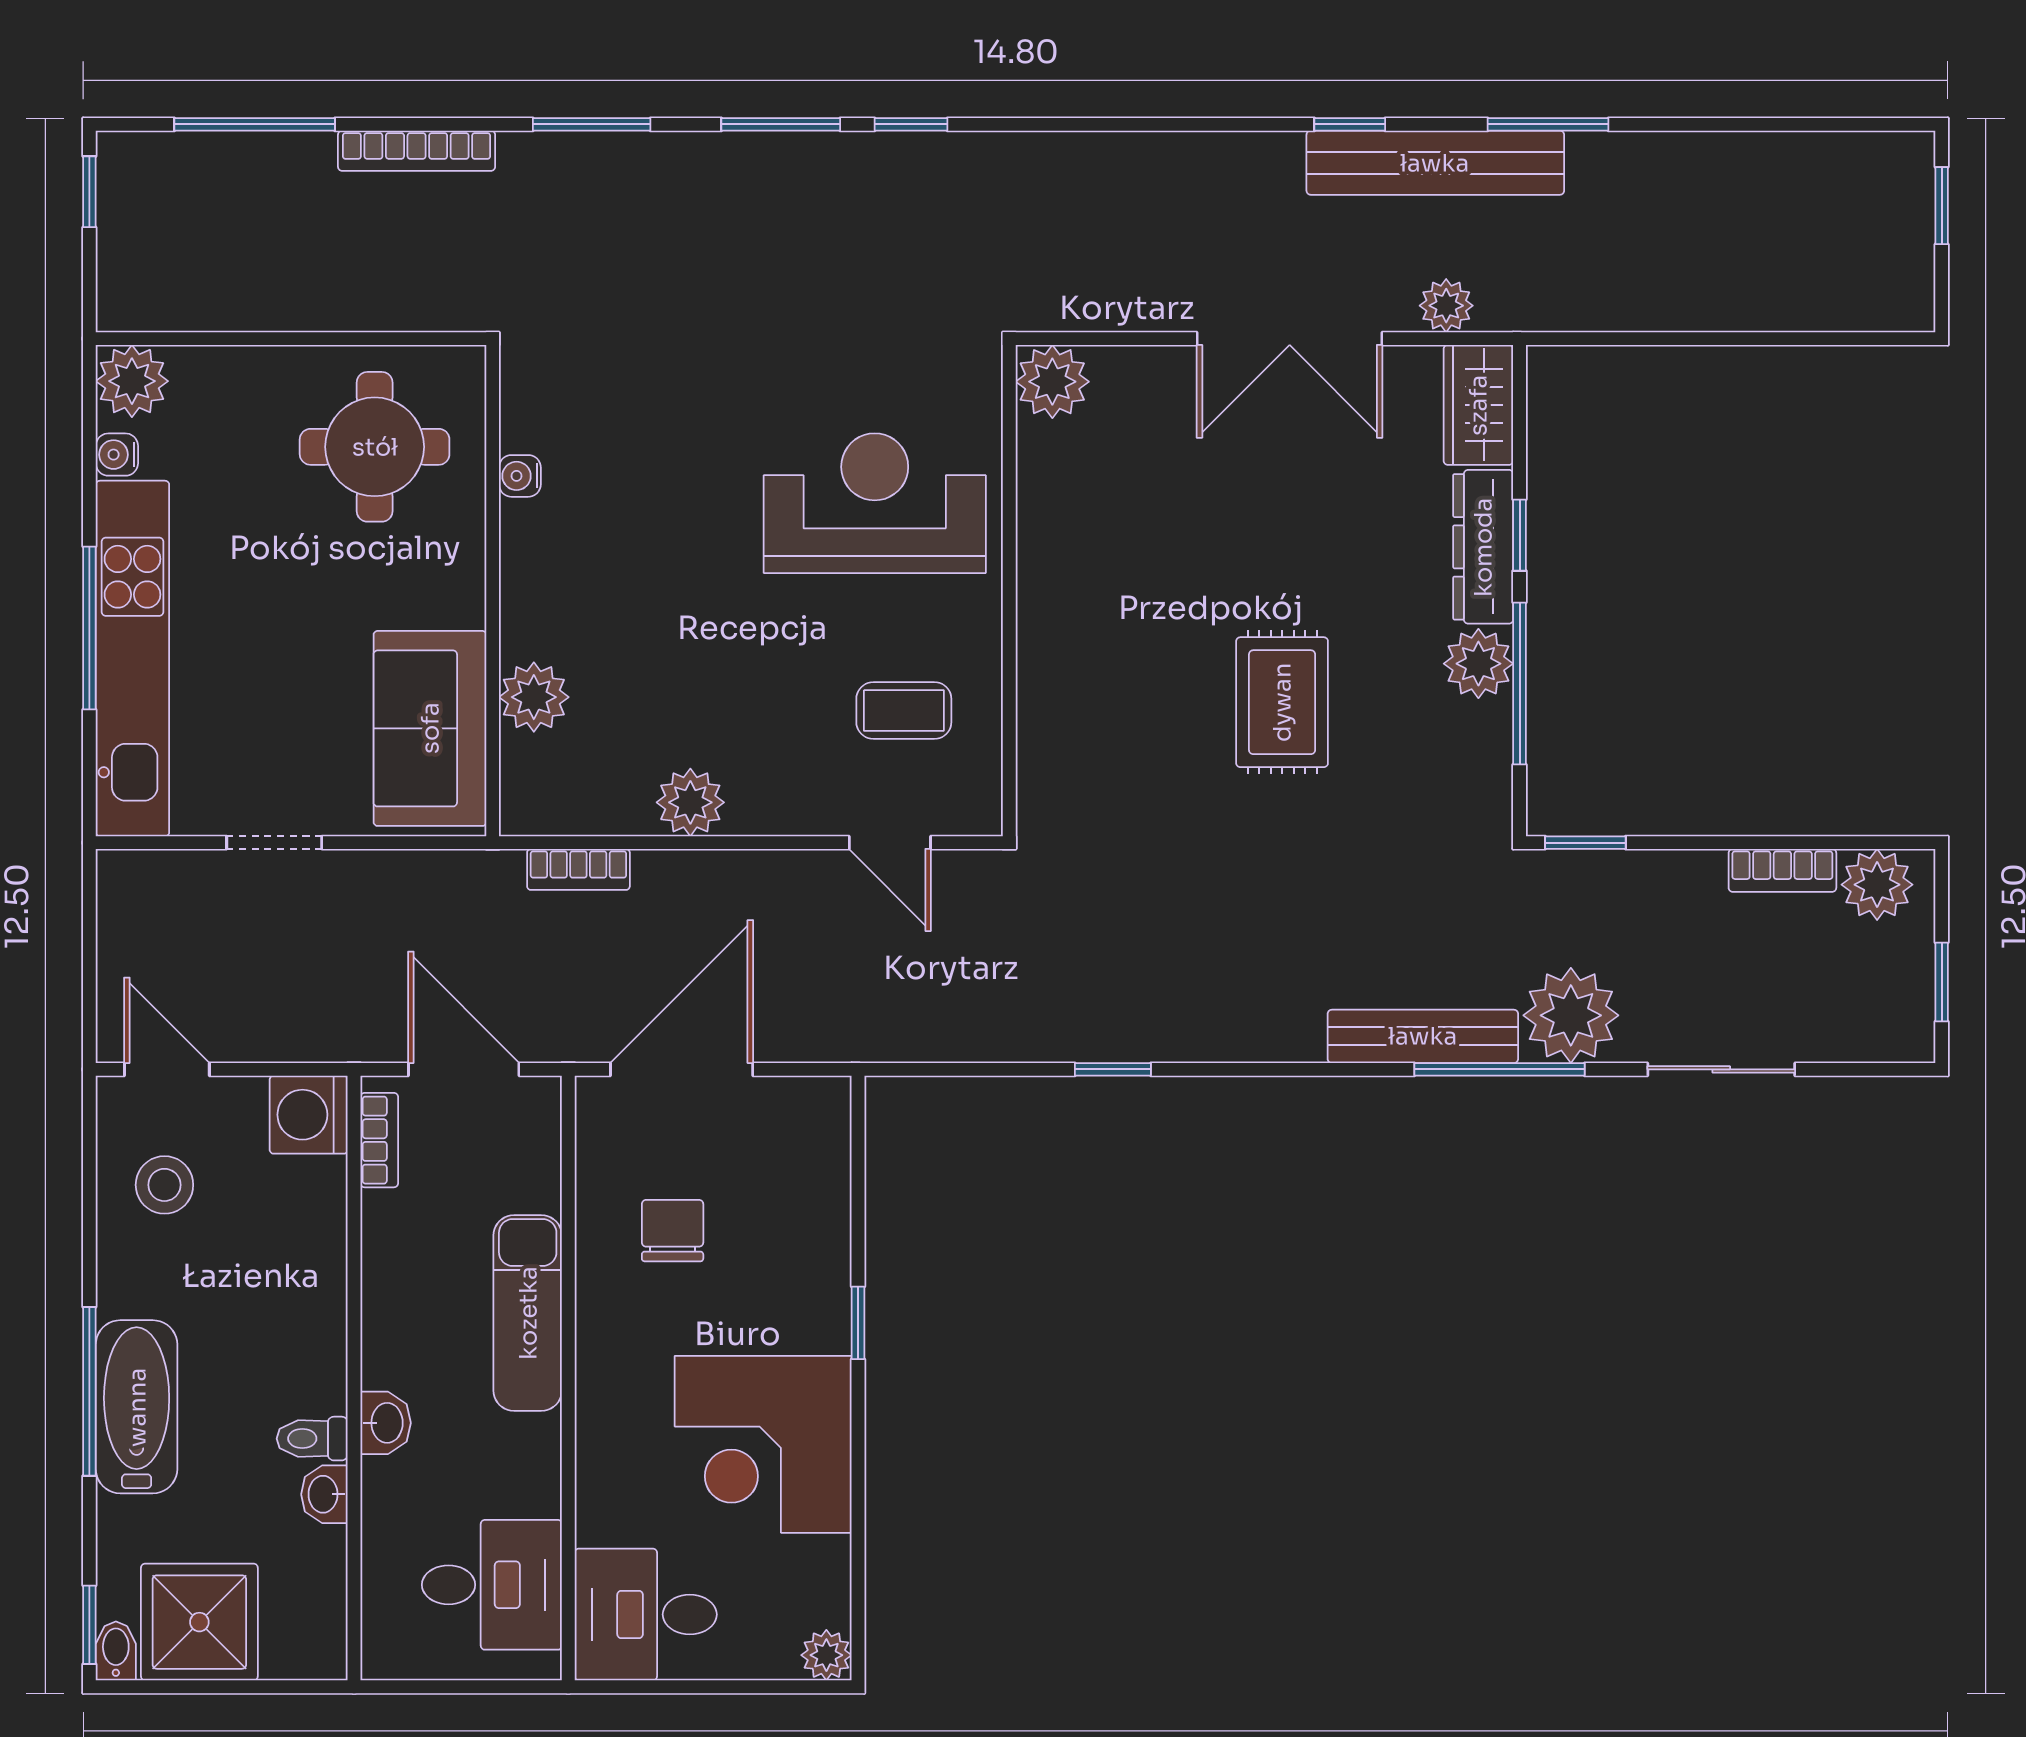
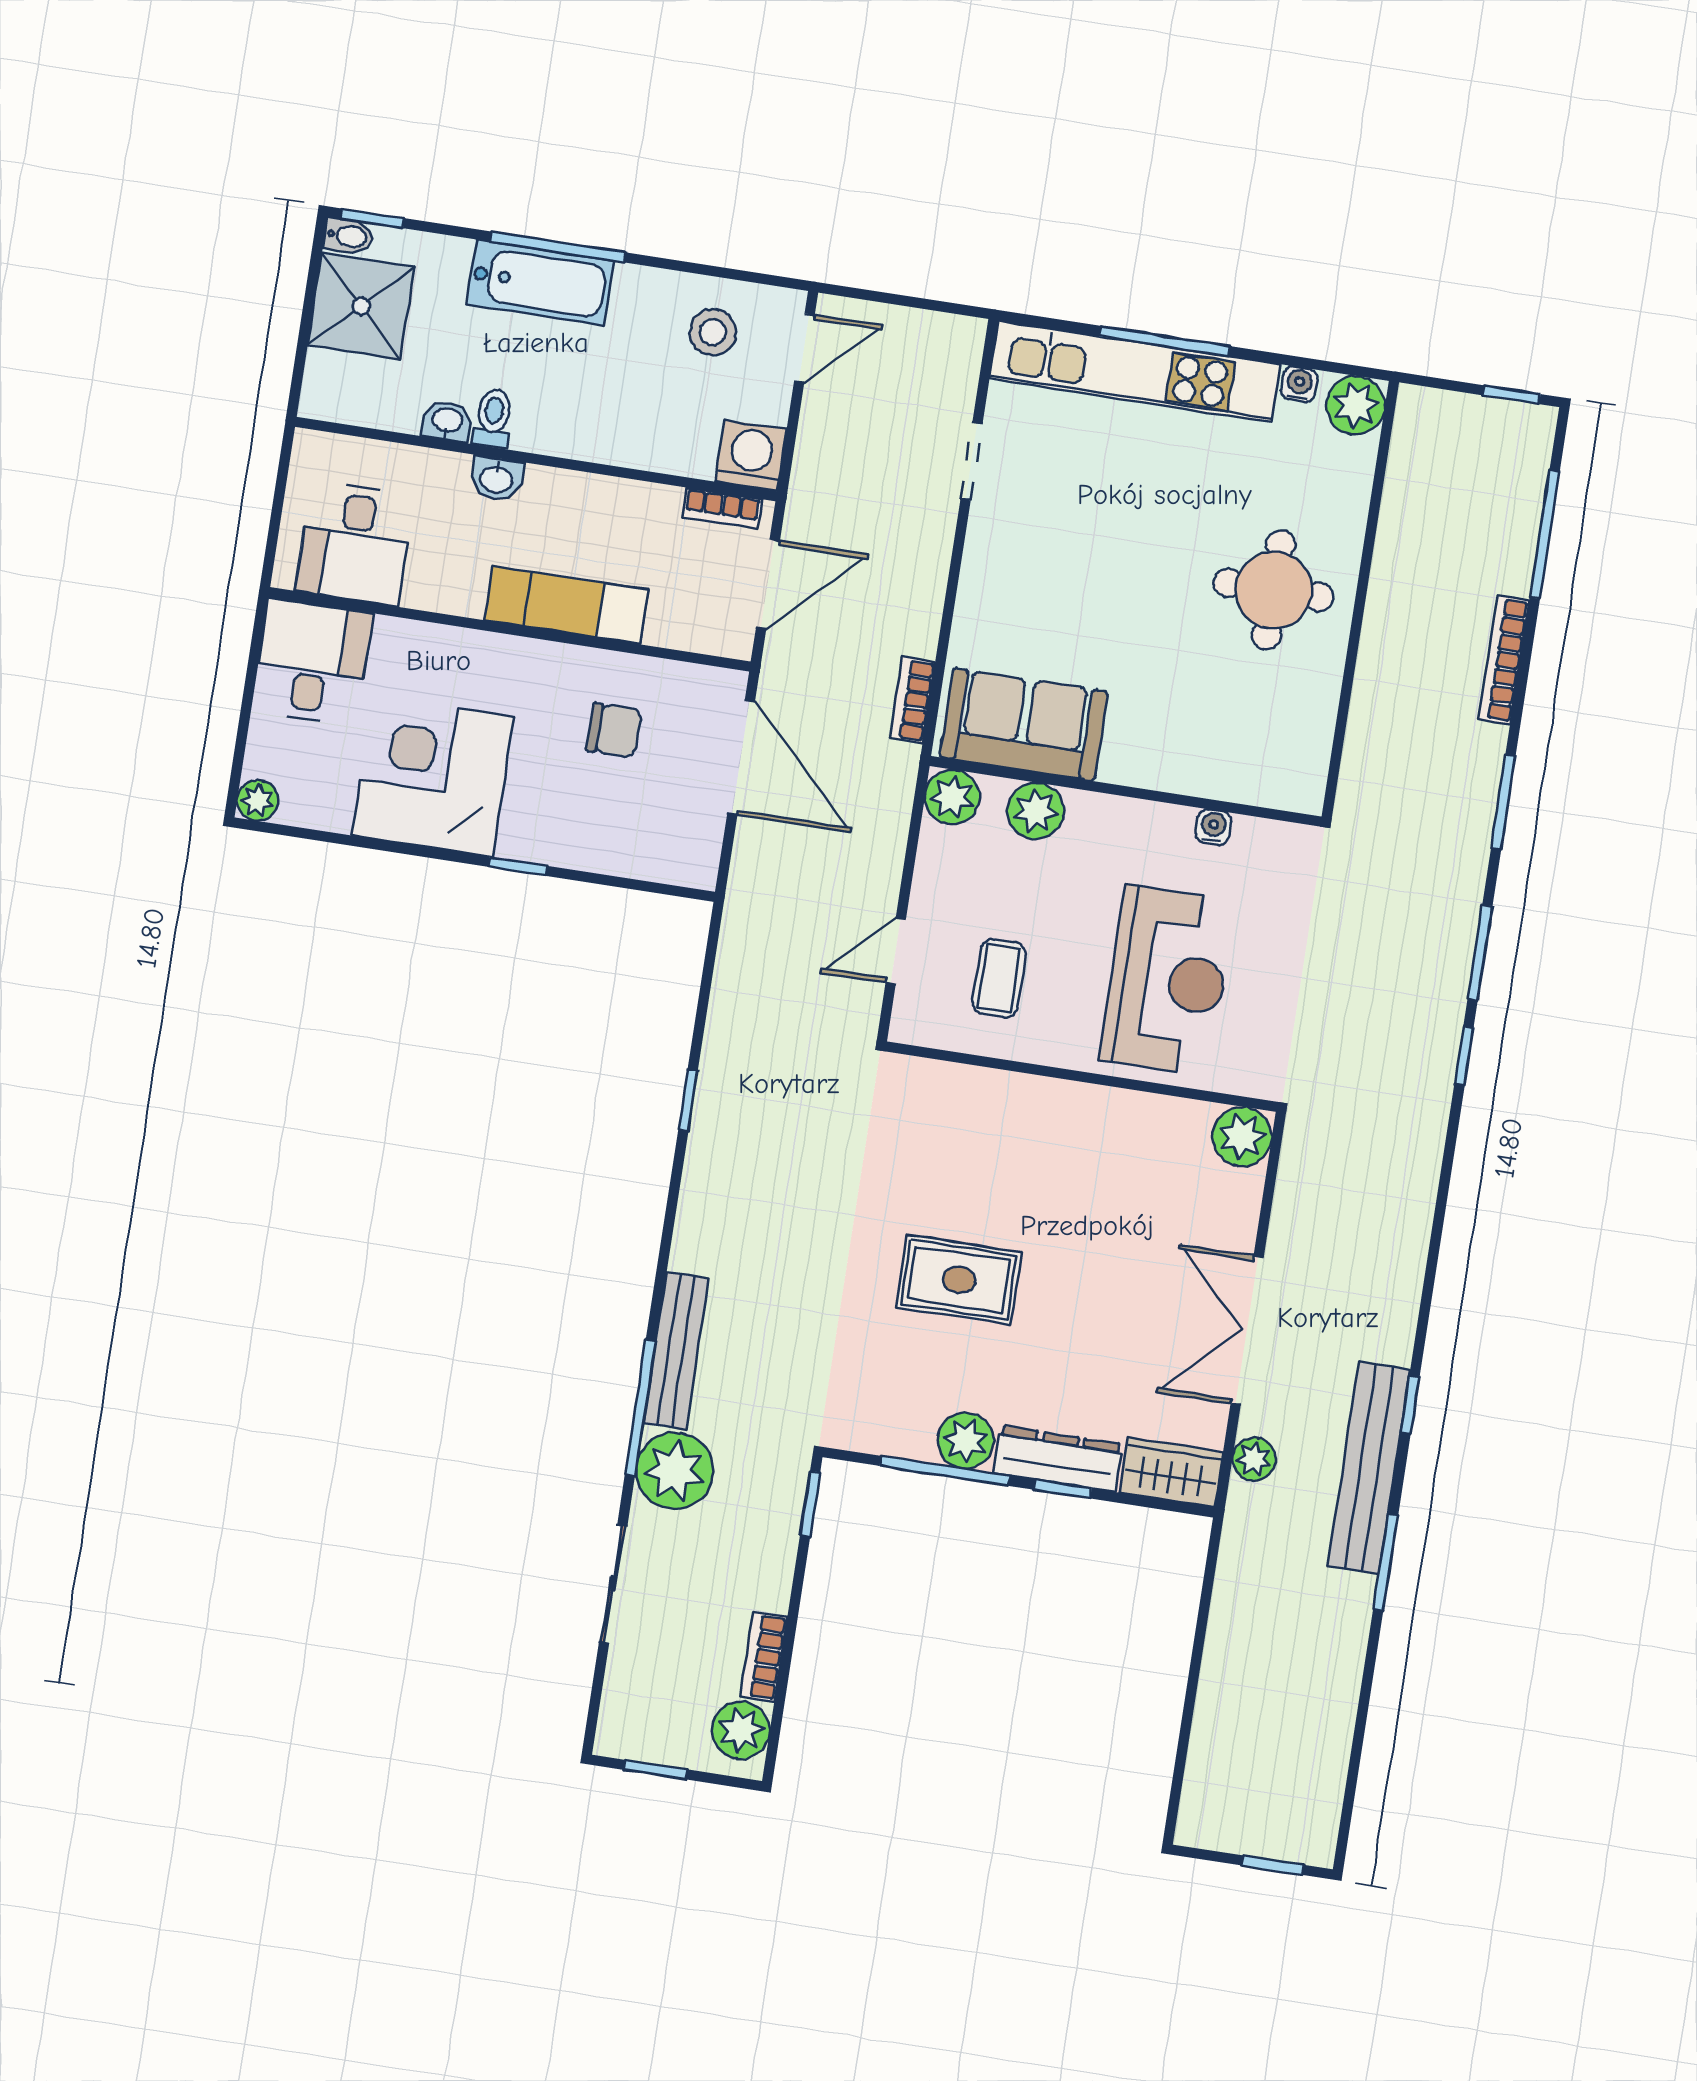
water cooler: (520, 476) -> (1213, 827), moved
wall: (493, 591) -> (1126, 791), moved
plant: (534, 697) -> (1036, 811), moved
sofa: (430, 728) -> (1024, 724), moved

